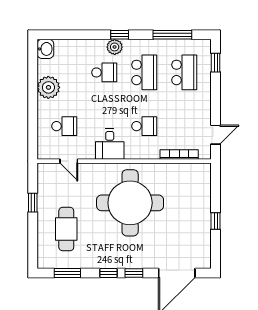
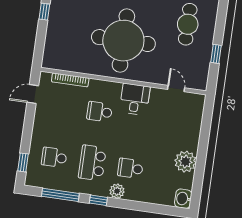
window: (120, 35) -> (98, 200), moved
school desk: (184, 72) -> (54, 157), width x0.54
school desk: (64, 126) -> (176, 123), removed

